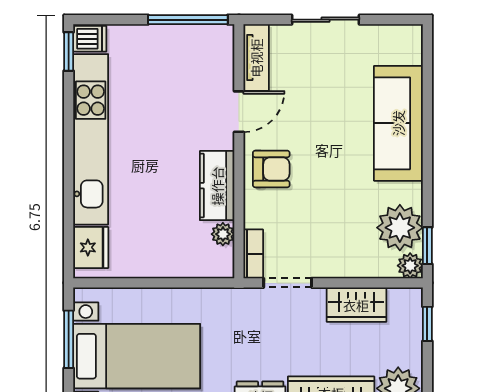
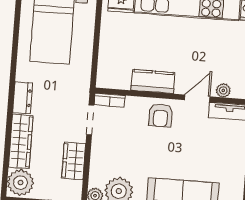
door: (239, 112) -> (197, 98), swing flipped
plant: (223, 234) -> (223, 90), moved

